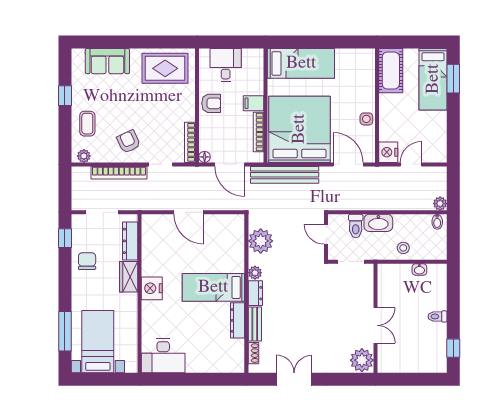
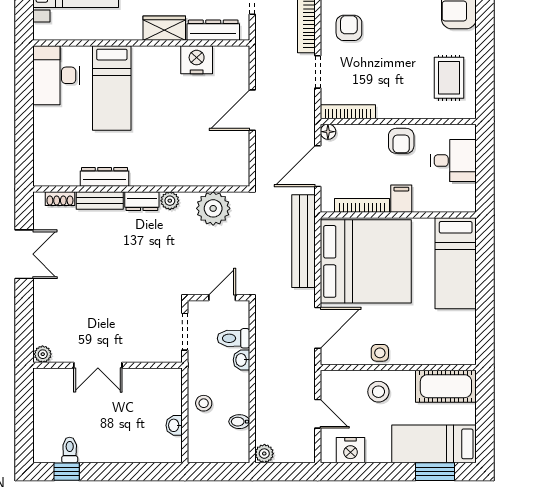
rug: (165, 68) -> (449, 78), width x0.73, depth x0.70
stool: (395, 120) -> (378, 392), added
armchair: (128, 142) -> (349, 28), turned -65
nightstand: (388, 152) -> (350, 450), moved, turned 180
bidet: (437, 222) -> (239, 422), moved
washbasin: (378, 223) -> (242, 360), width x0.52, depth x0.69
bed: (213, 287) -> (112, 88), moved, turned 180
nightstand: (152, 288) -> (197, 60), moved
toilet: (437, 316) -> (70, 450), moved
plant: (362, 360) -> (43, 354), width x0.53, depth x0.53

